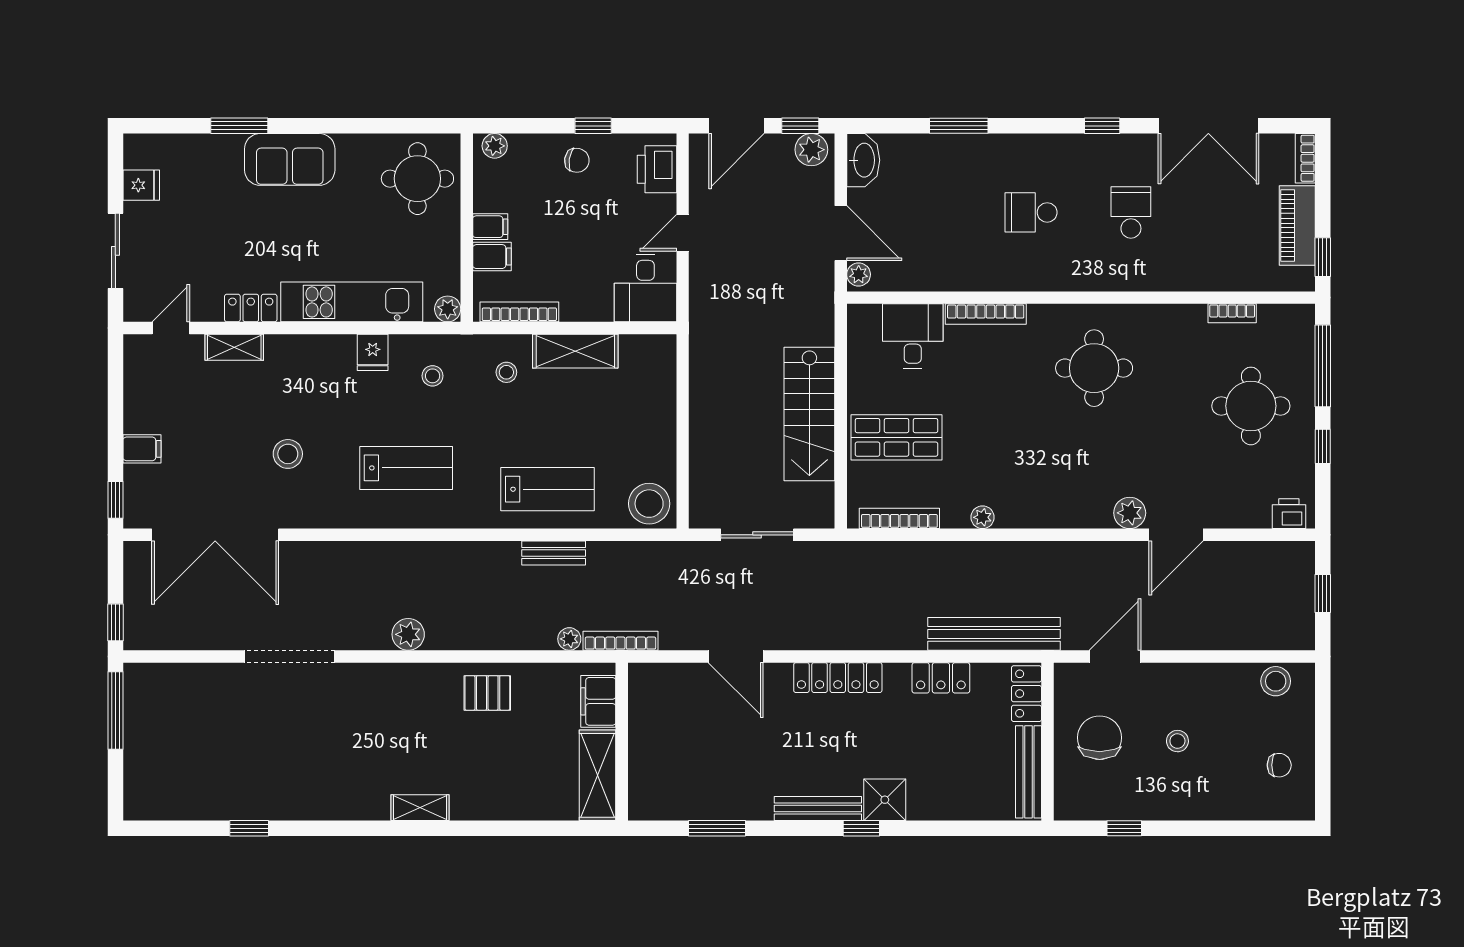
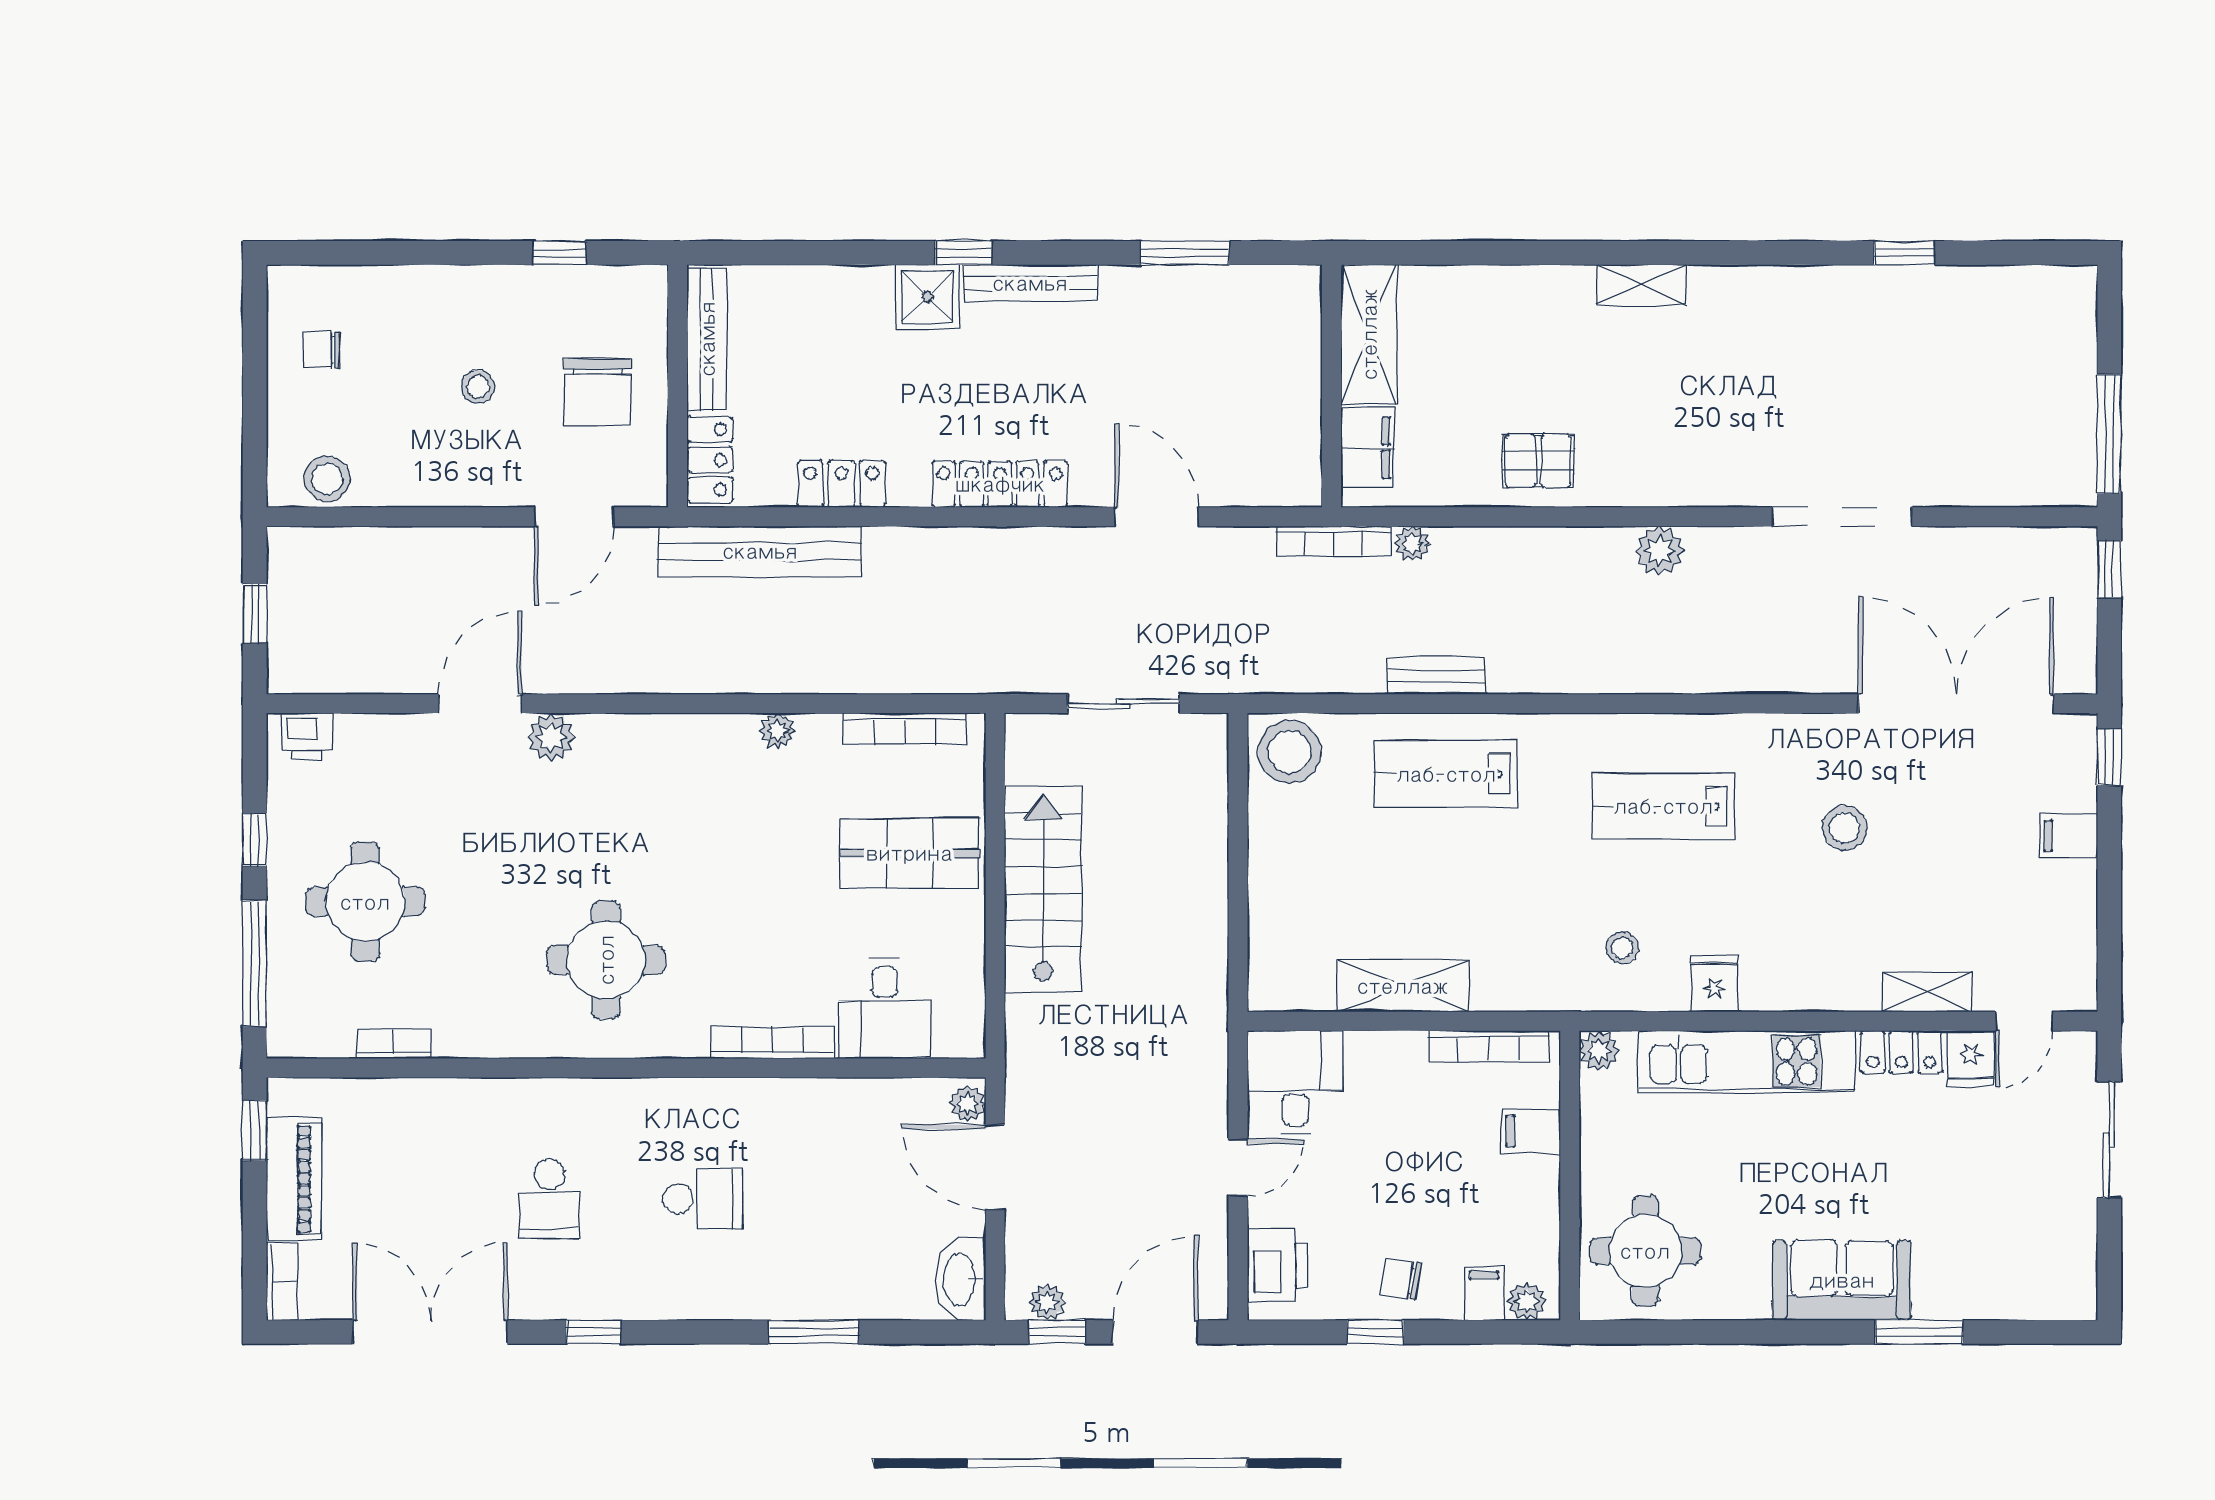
plant: (811, 150) -> (1047, 1302), width x0.73, depth x0.73
fridge: (141, 185) -> (1971, 1059), moved, turned -90
filing cabinet: (490, 227) -> (1484, 1294), moved, turned 90
stool: (506, 372) -> (1509, 953), removed

